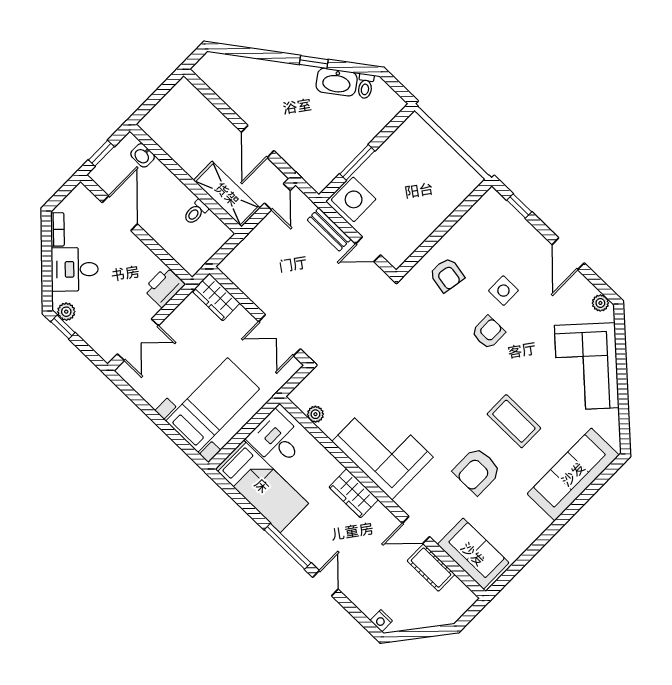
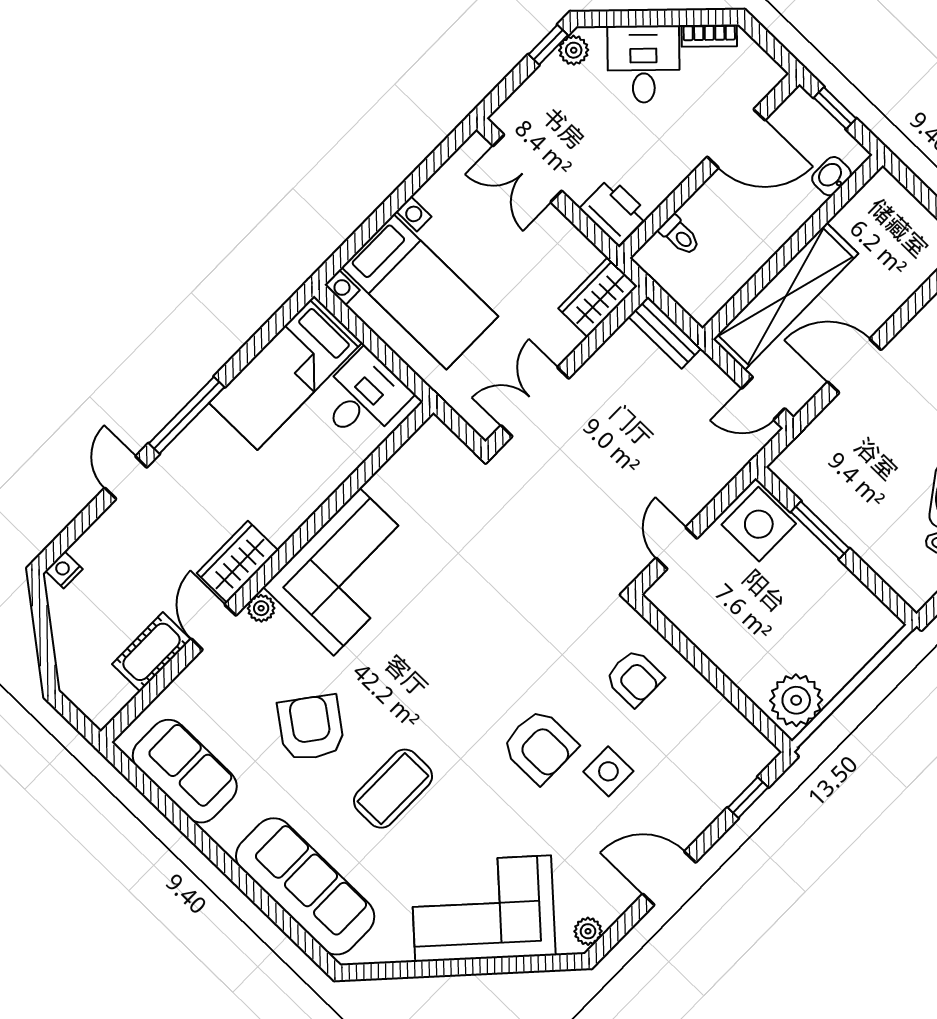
plant: (460, 177) -> (796, 700), added
shelving: (227, 194) -> (786, 296), width x1.47
toilet: (196, 212) -> (680, 235), moved, turned 180
bench: (329, 229) -> (665, 333), moved, turned 90
armchair: (447, 275) -> (634, 678), turned -100
armchair: (488, 332) -> (540, 746), width x1.38, depth x1.38
plant: (315, 414) -> (261, 608), moved
armchair: (477, 471) -> (311, 728), turned 37
wardrobe: (354, 493) -> (237, 562), moved
sofa: (473, 554) -> (185, 771), moved, turned -90
door: (325, 583) -> (126, 478), swing flipped

